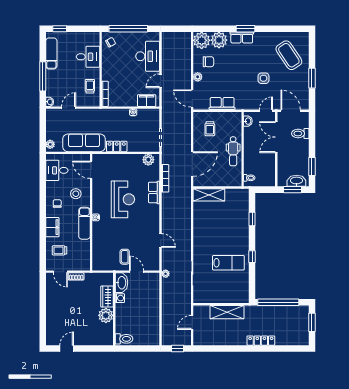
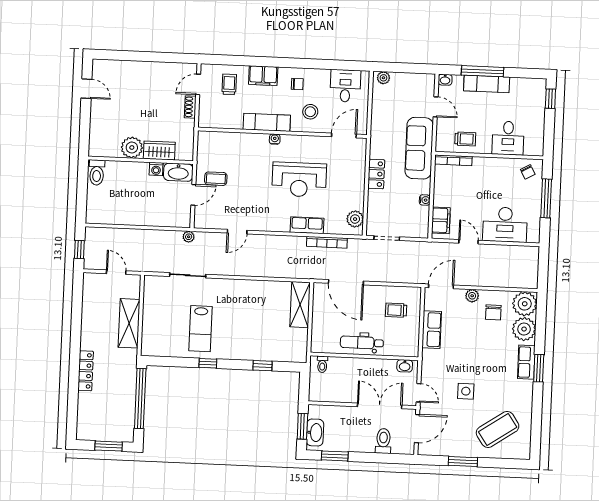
window: (128, 29) -> (546, 198), width x0.68
exam couch: (51, 53) -> (487, 84), moved
sofa: (84, 143) -> (419, 148), moved, turned 180

